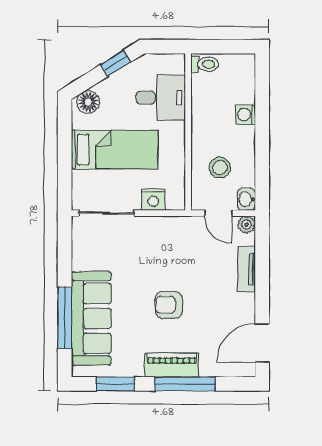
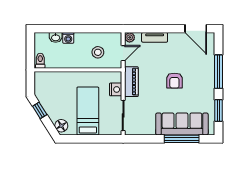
desk: (161, 98) -> (59, 85), removed
washbasin: (246, 199) -> (56, 37), moved
piano: (172, 365) -> (131, 82), moved, turned 180

